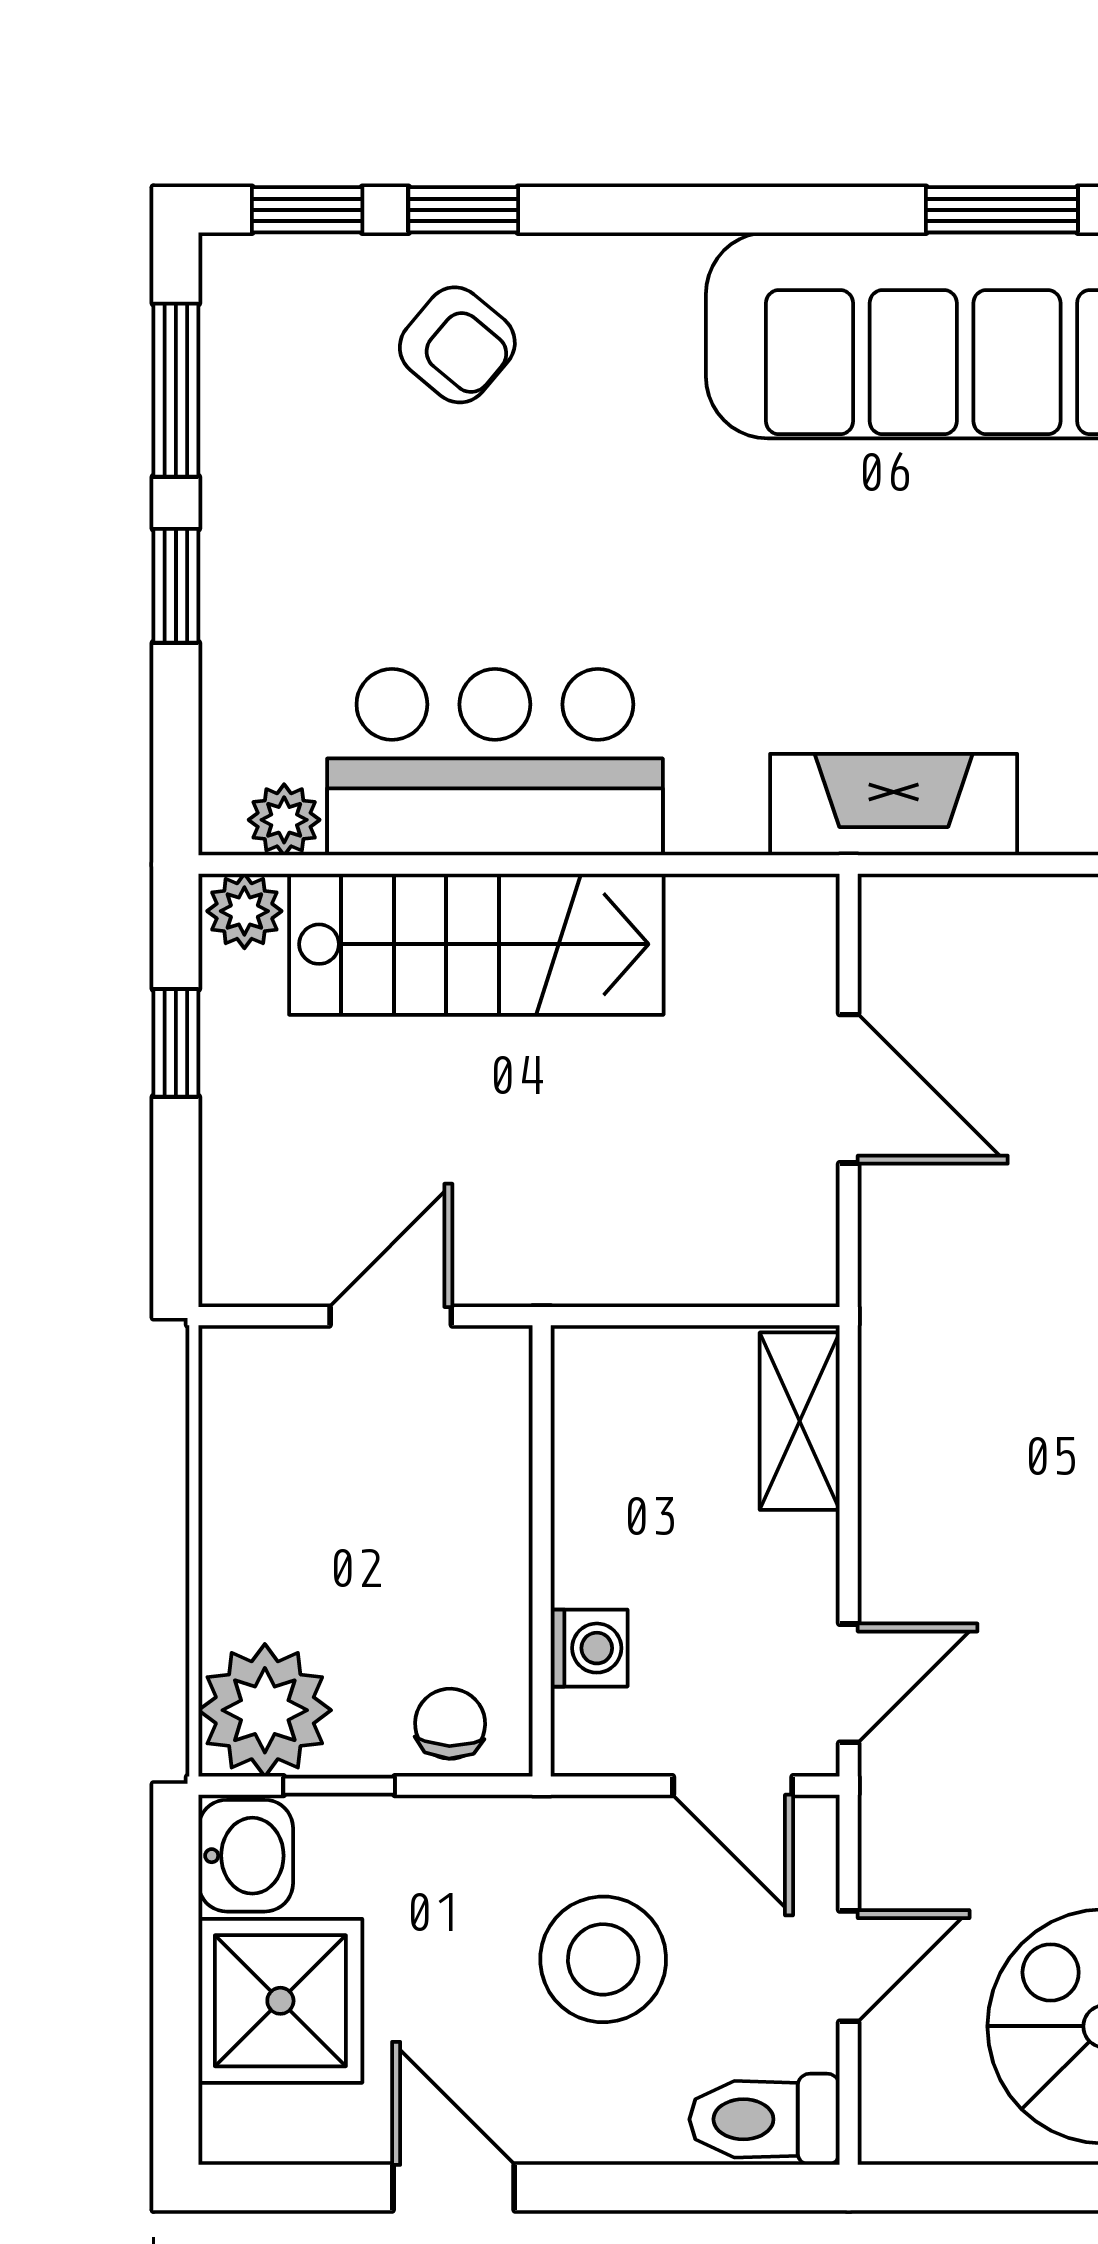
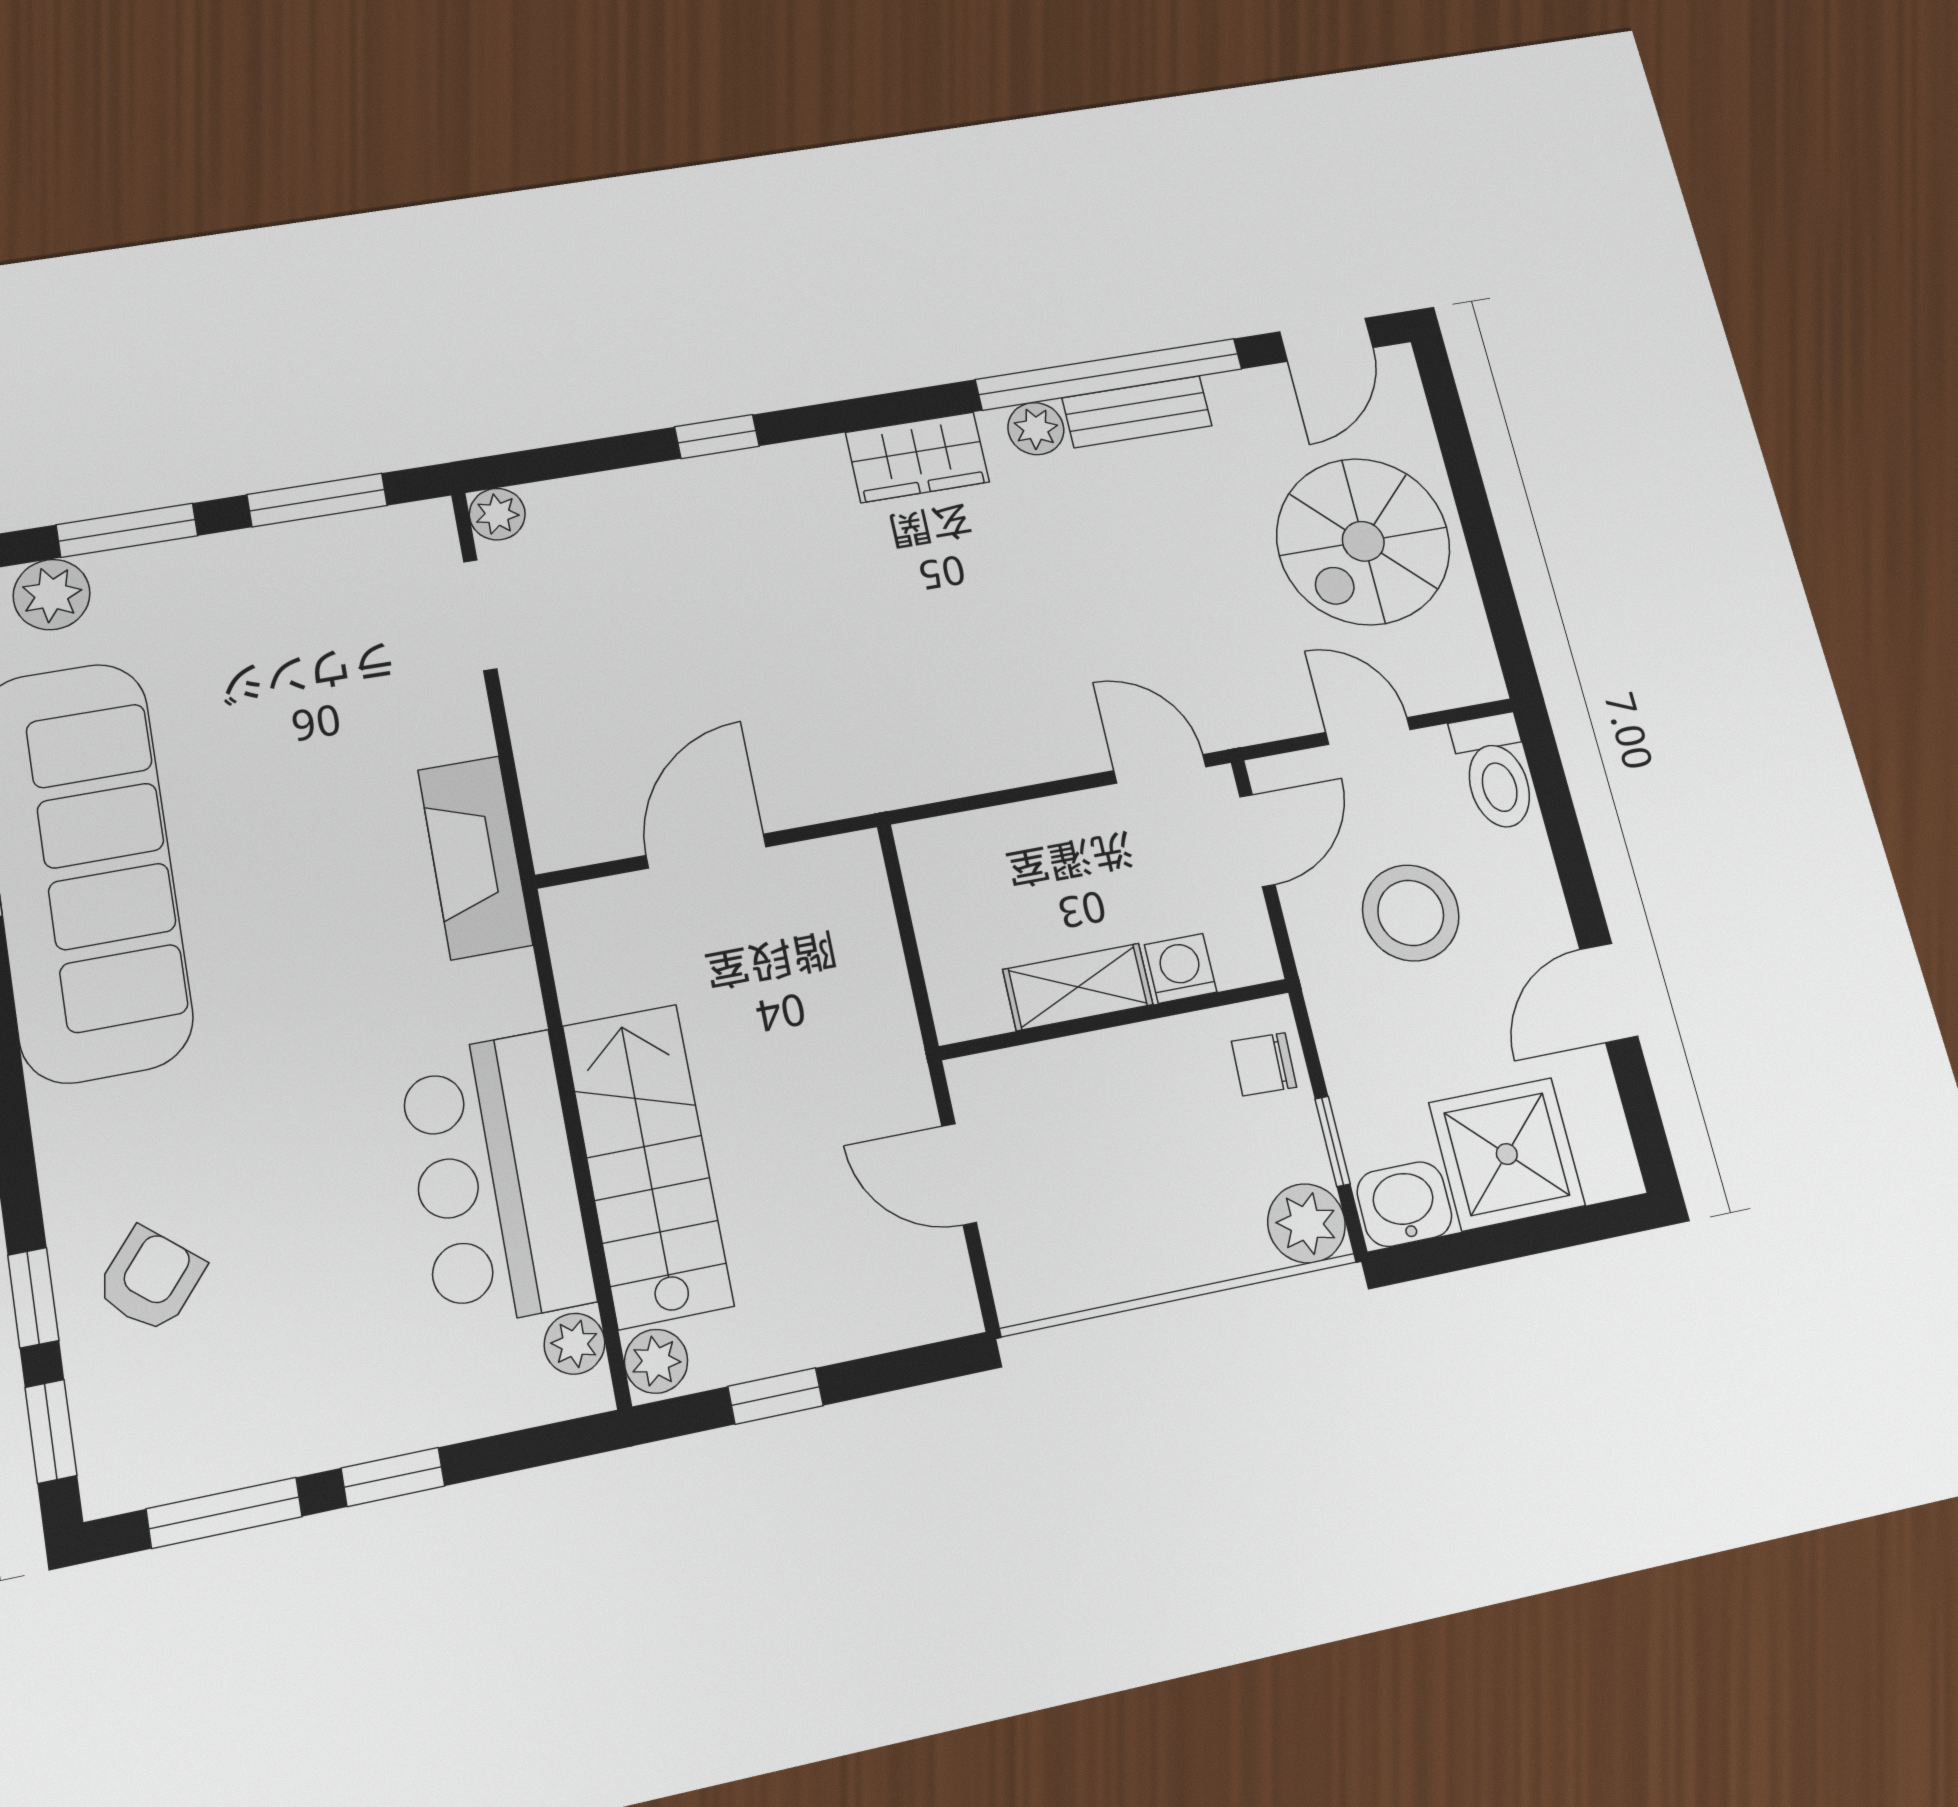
shelving: (800, 1421) -> (1078, 987), moved
plant: (265, 1710) -> (1306, 1223), width x0.73, depth x0.73

